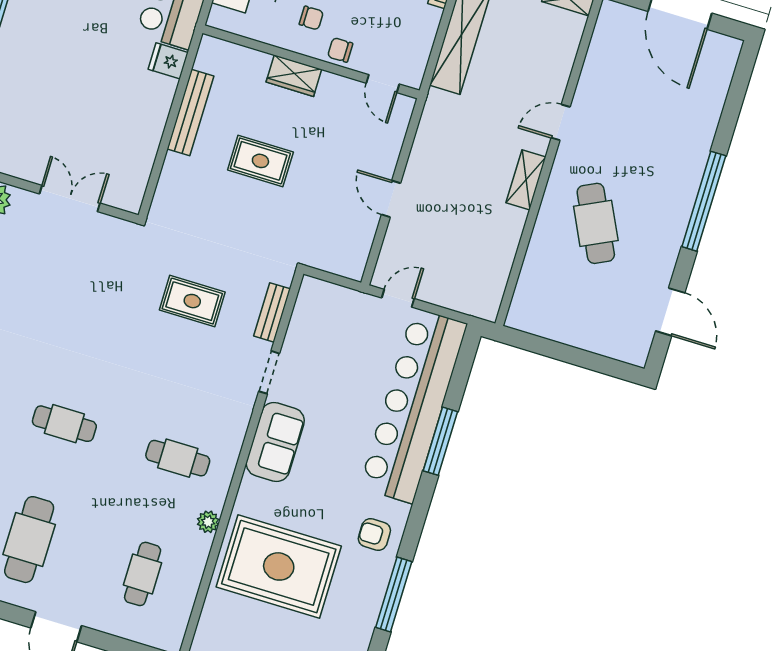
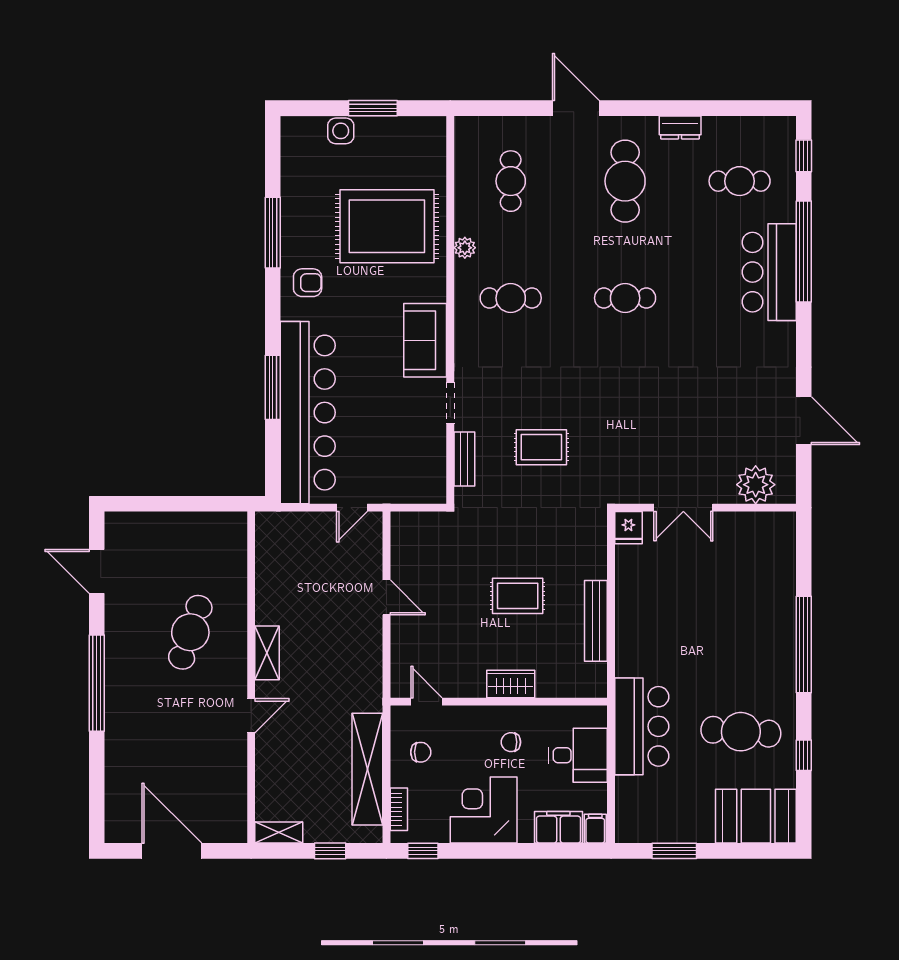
chair: (340, 50) -> (421, 752), moved
fridge: (168, 61) -> (628, 528), moved, turned 90
cafe table: (596, 223) -> (190, 632), turned 45

